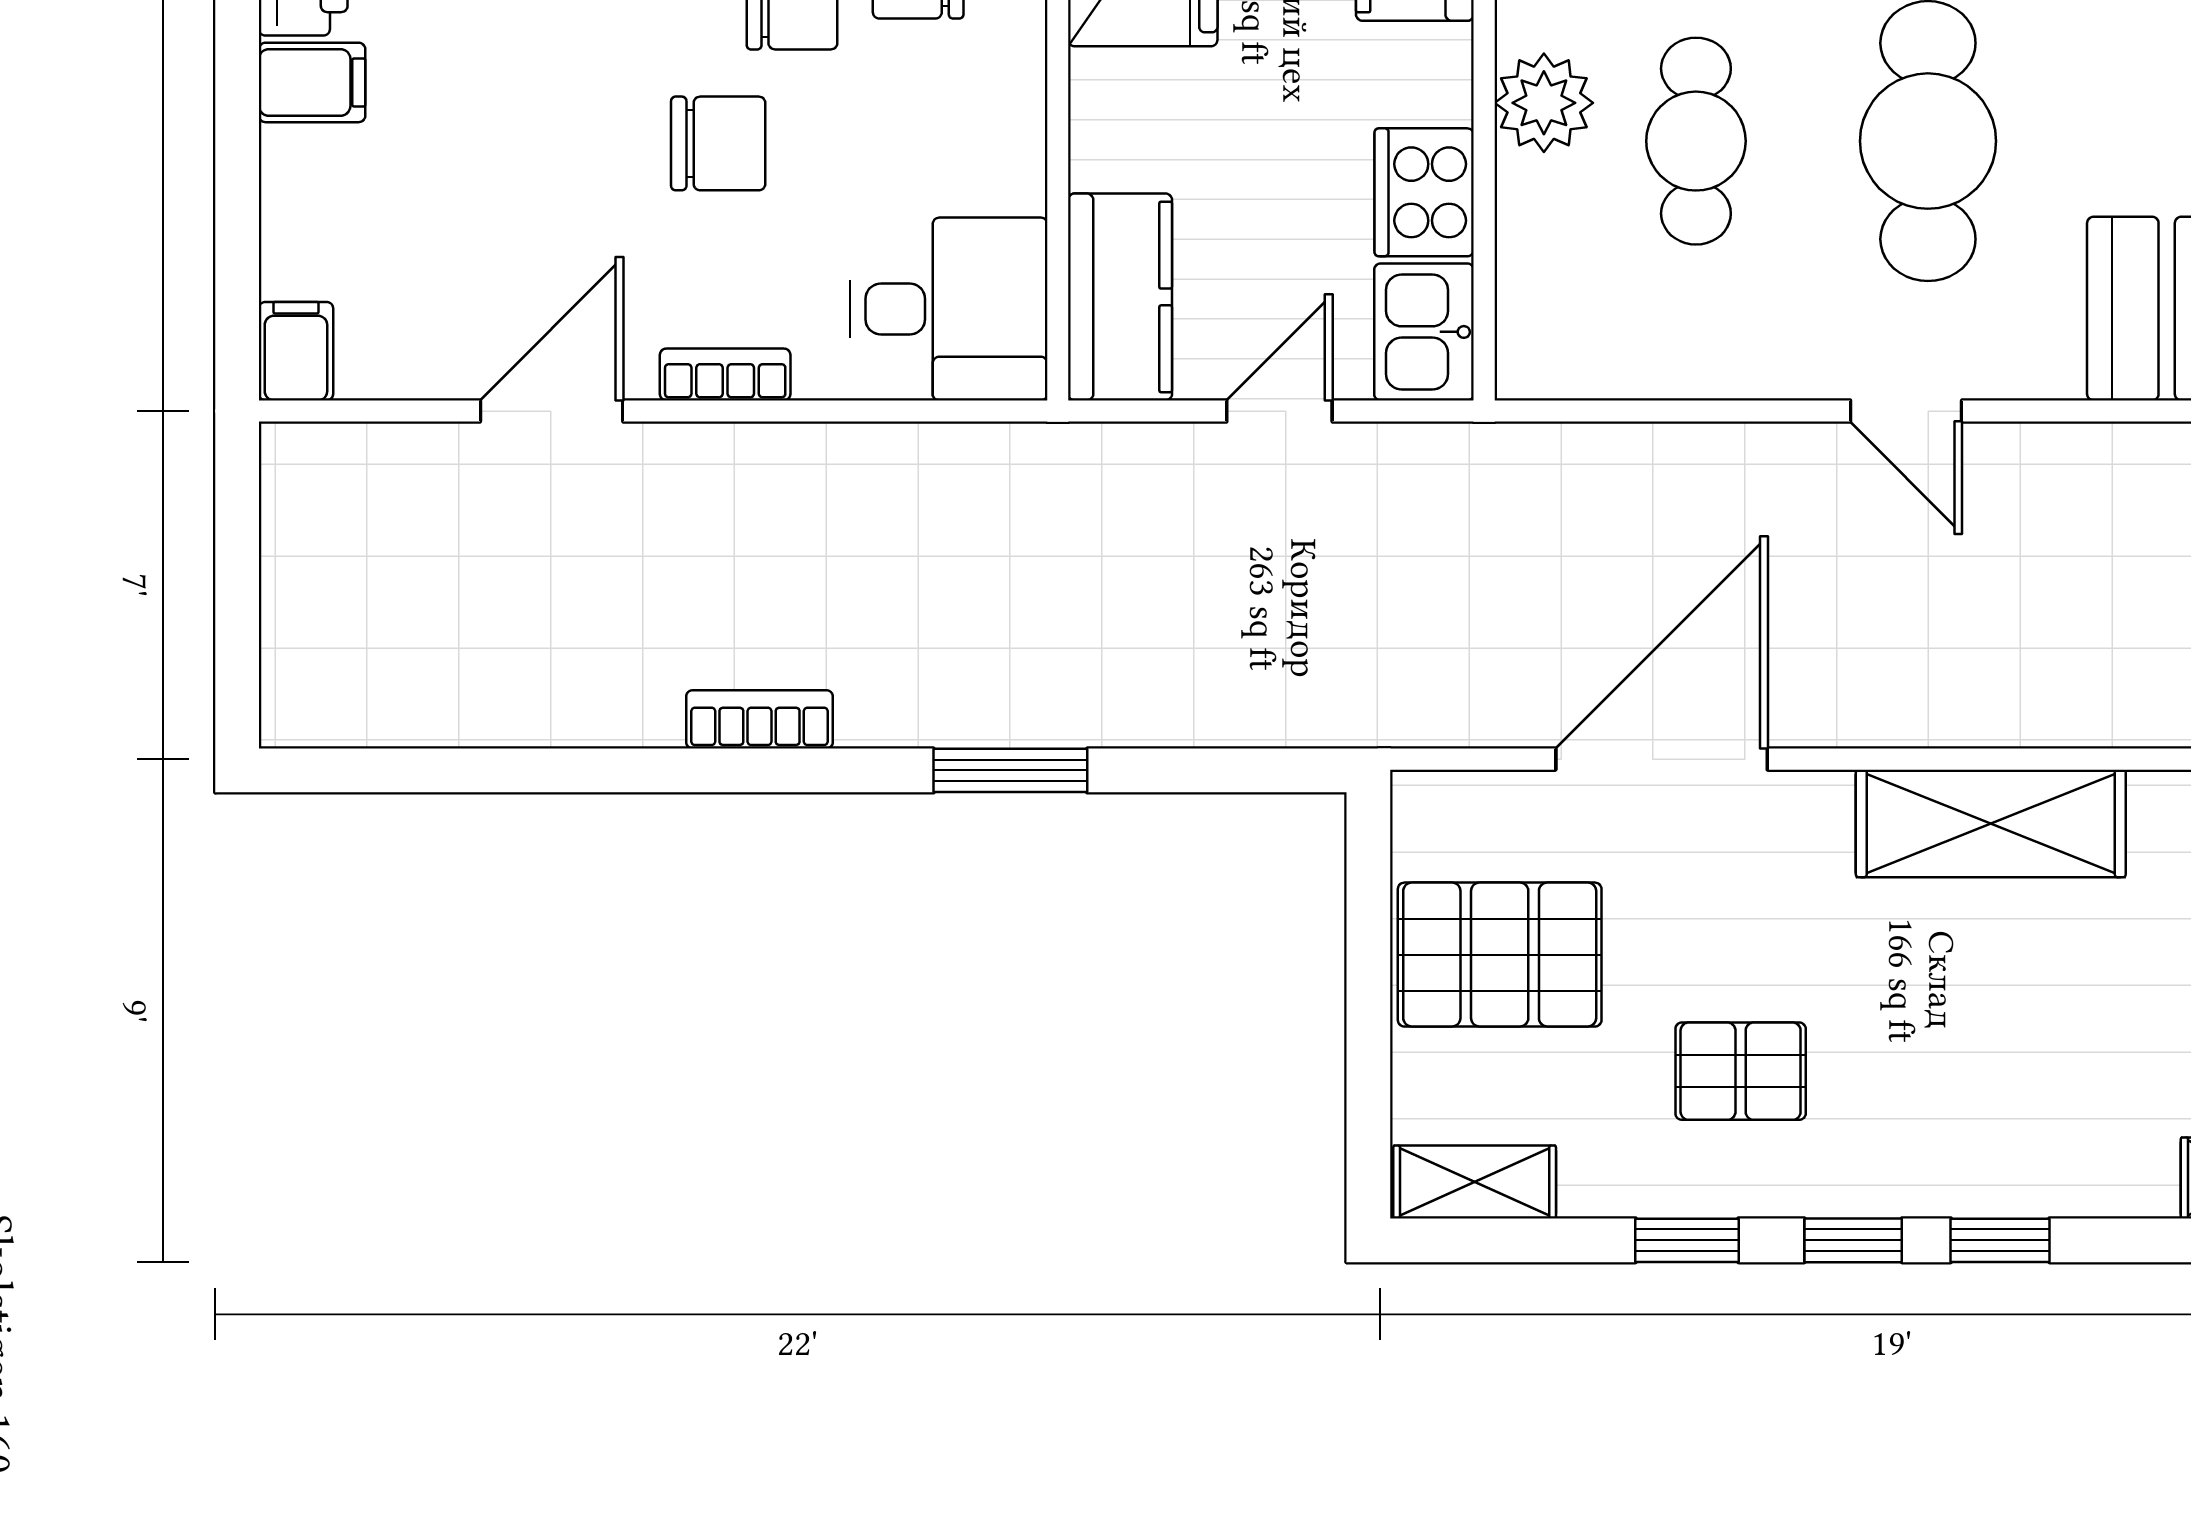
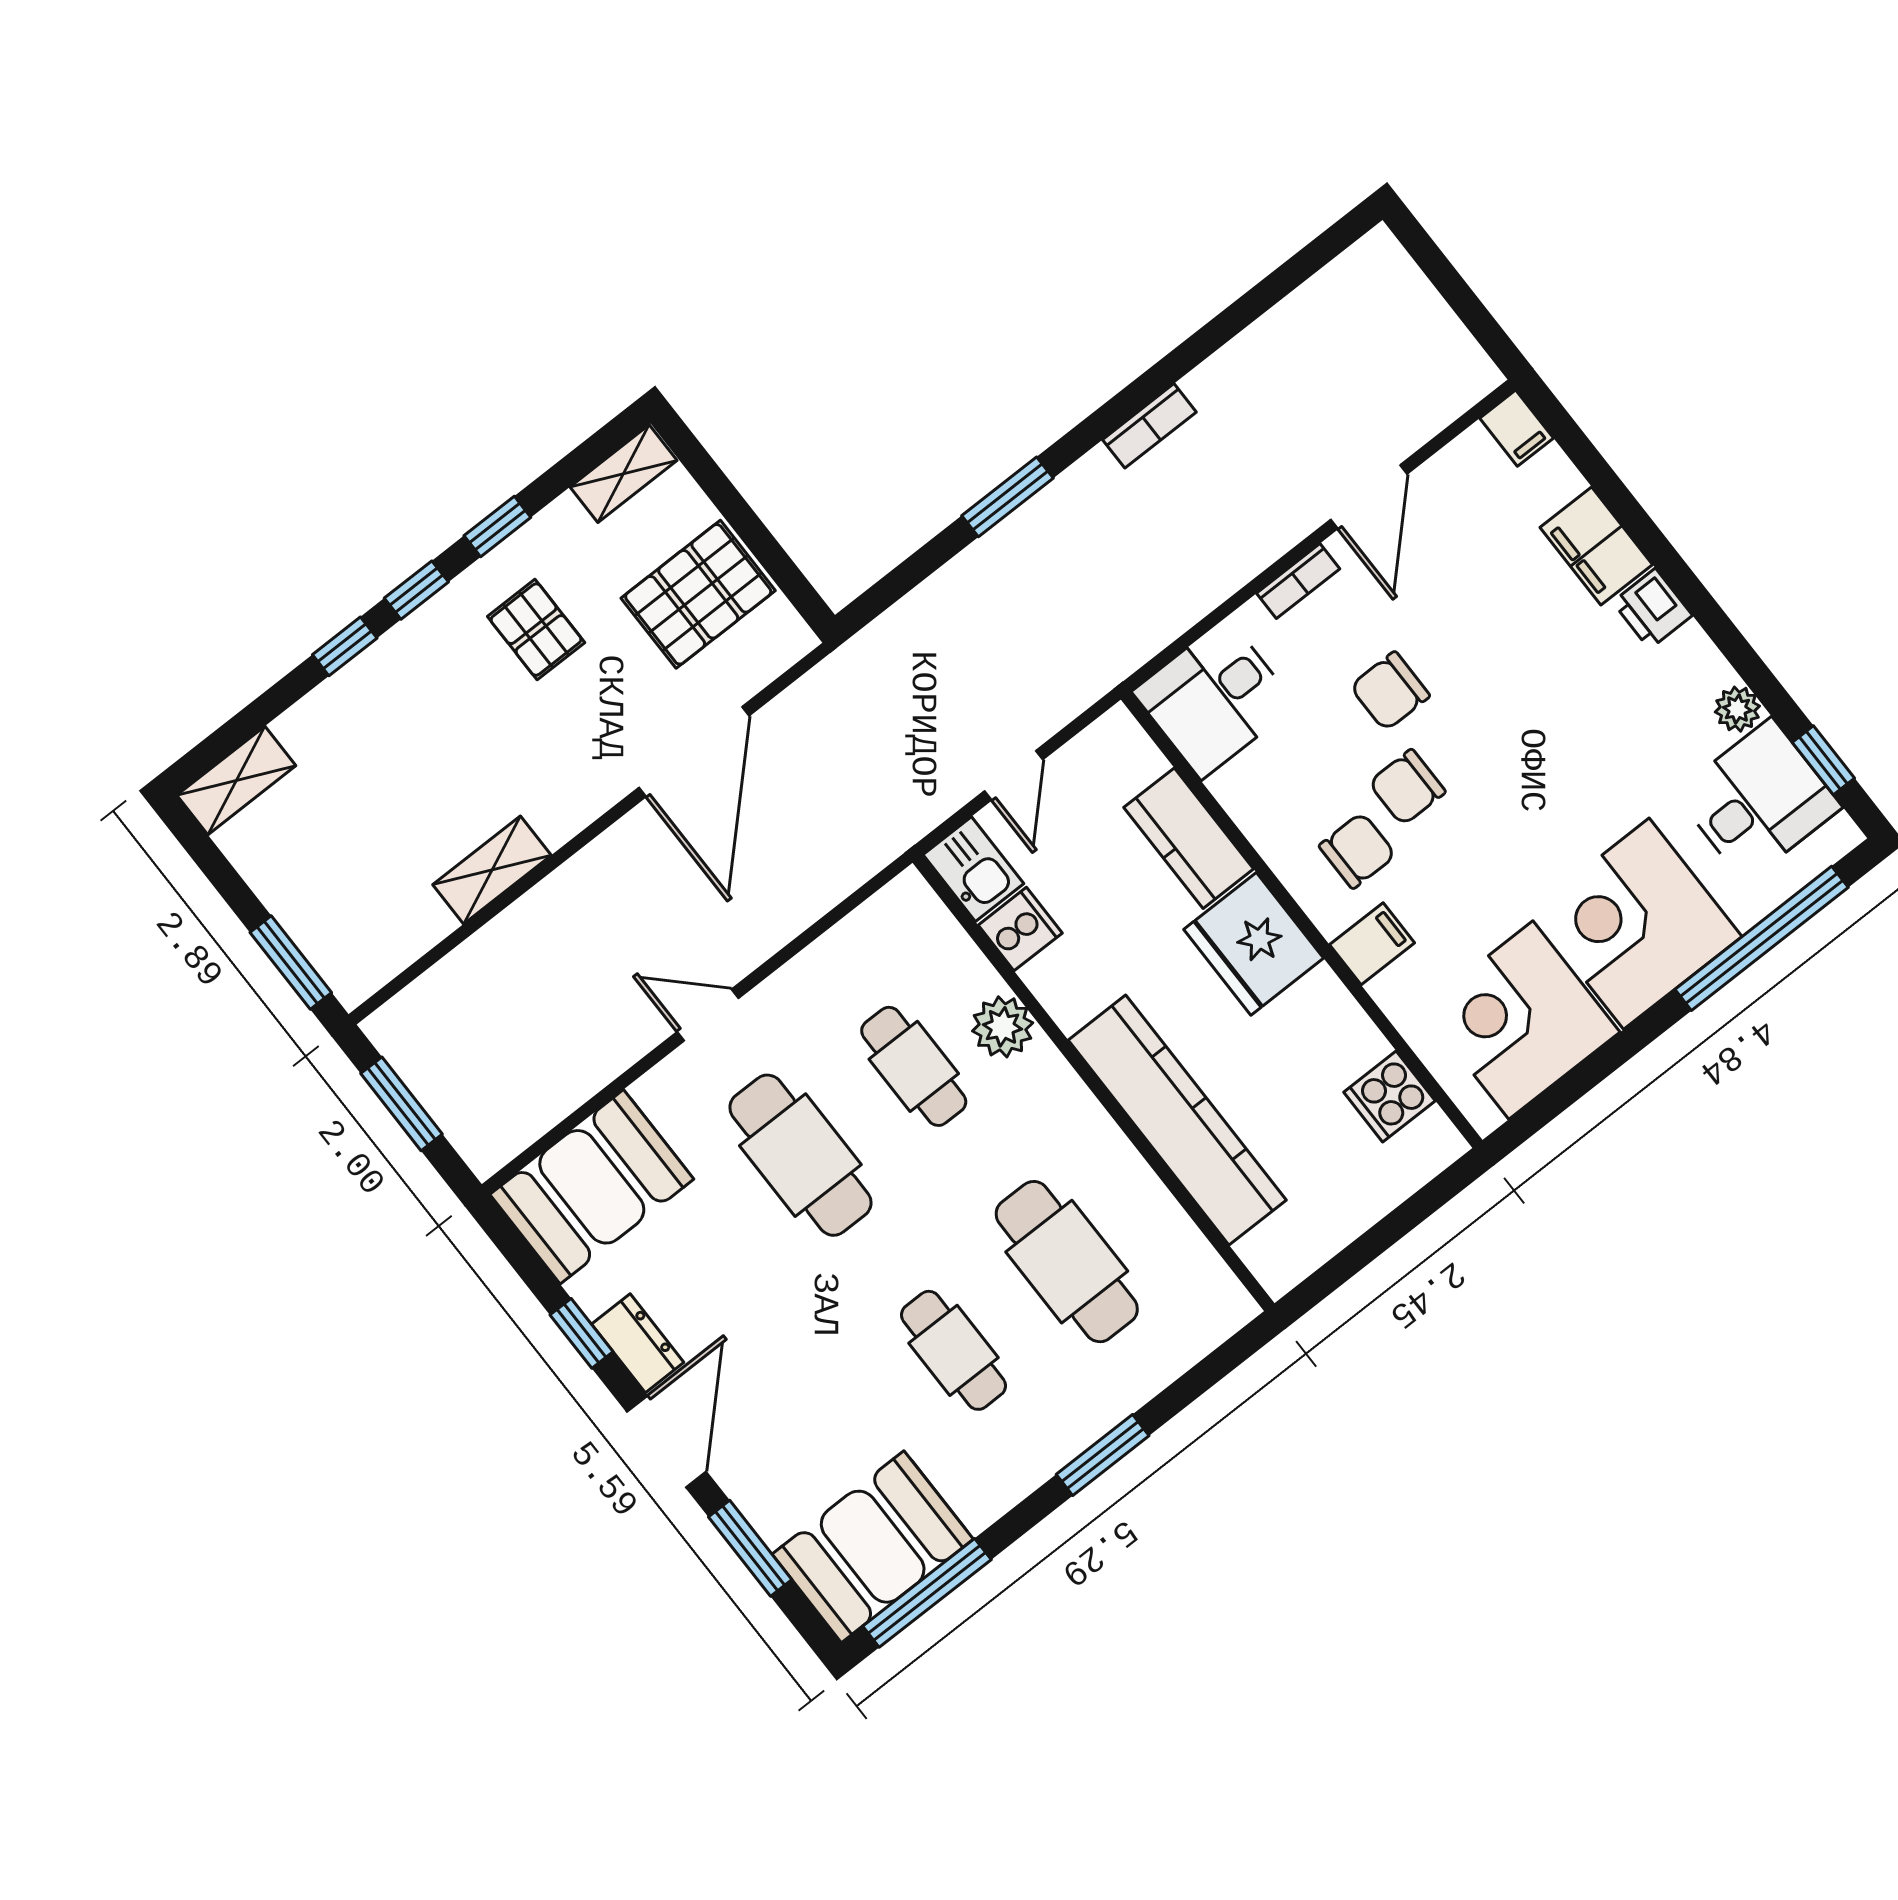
filing cabinet: (312, 82) -> (1596, 546), width x2.00
cooker: (1424, 192) -> (1020, 929), width x0.73
kitchen counter: (1120, 297) -> (1189, 838), moved
shelving: (1991, 823) -> (492, 870), width x0.67, depth x0.75
pallet: (1741, 1071) -> (536, 630), turned 90

